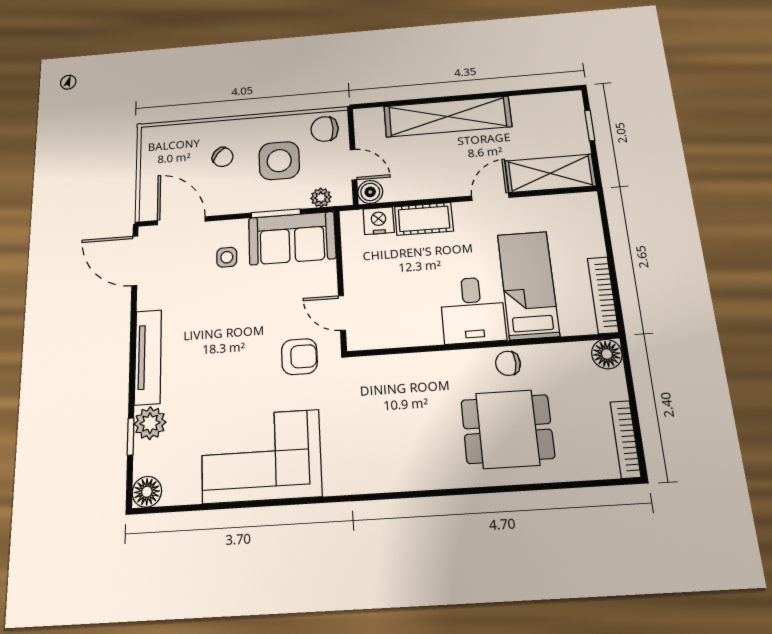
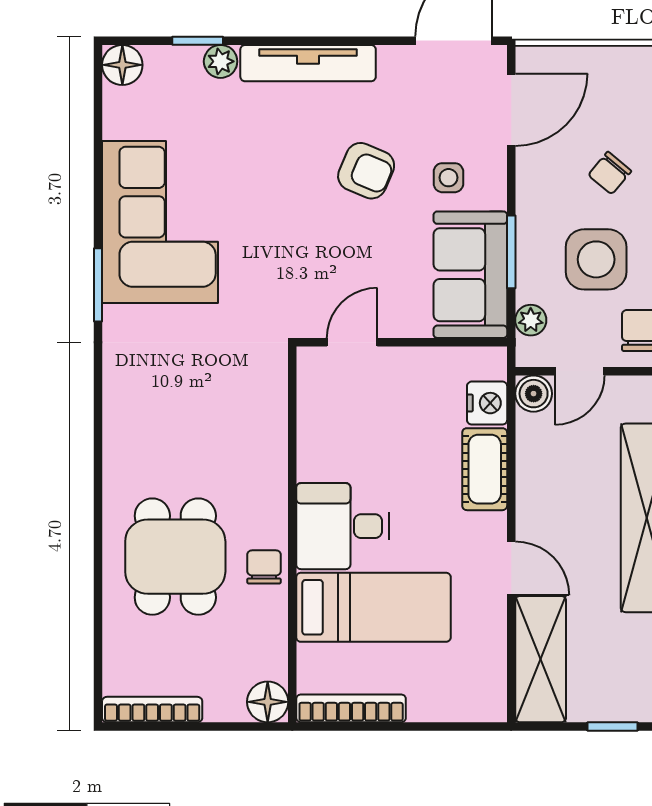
armchair: (299, 357) -> (366, 171), moved, turned -67
plant: (150, 423) -> (221, 61), width x0.73, depth x0.73
window: (309, 501) -> (98, 285), added

